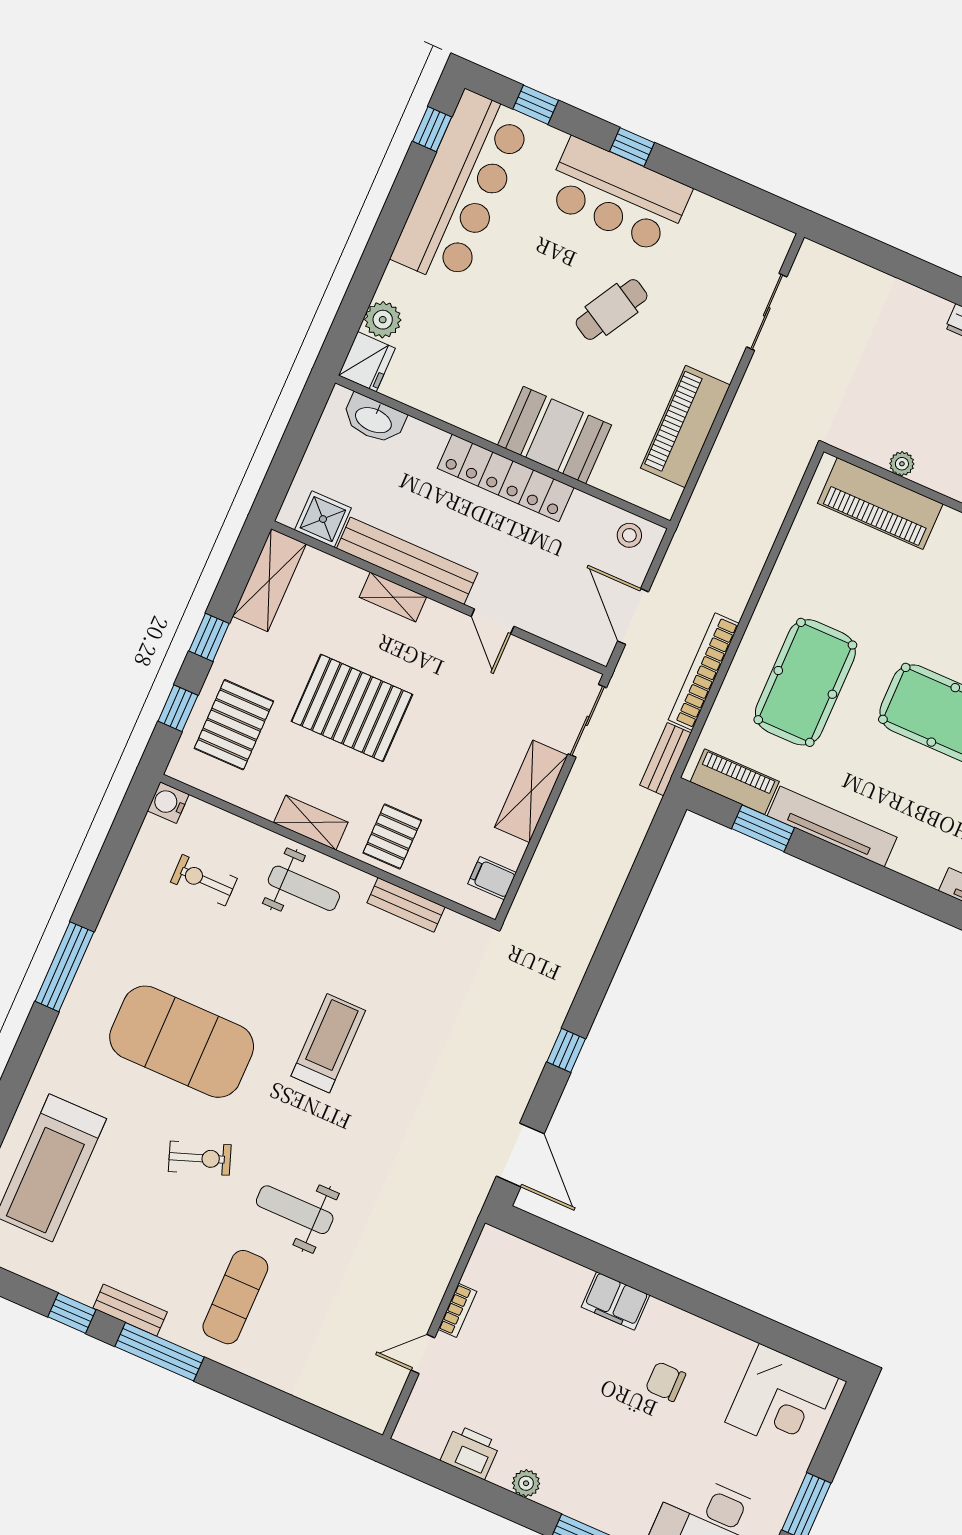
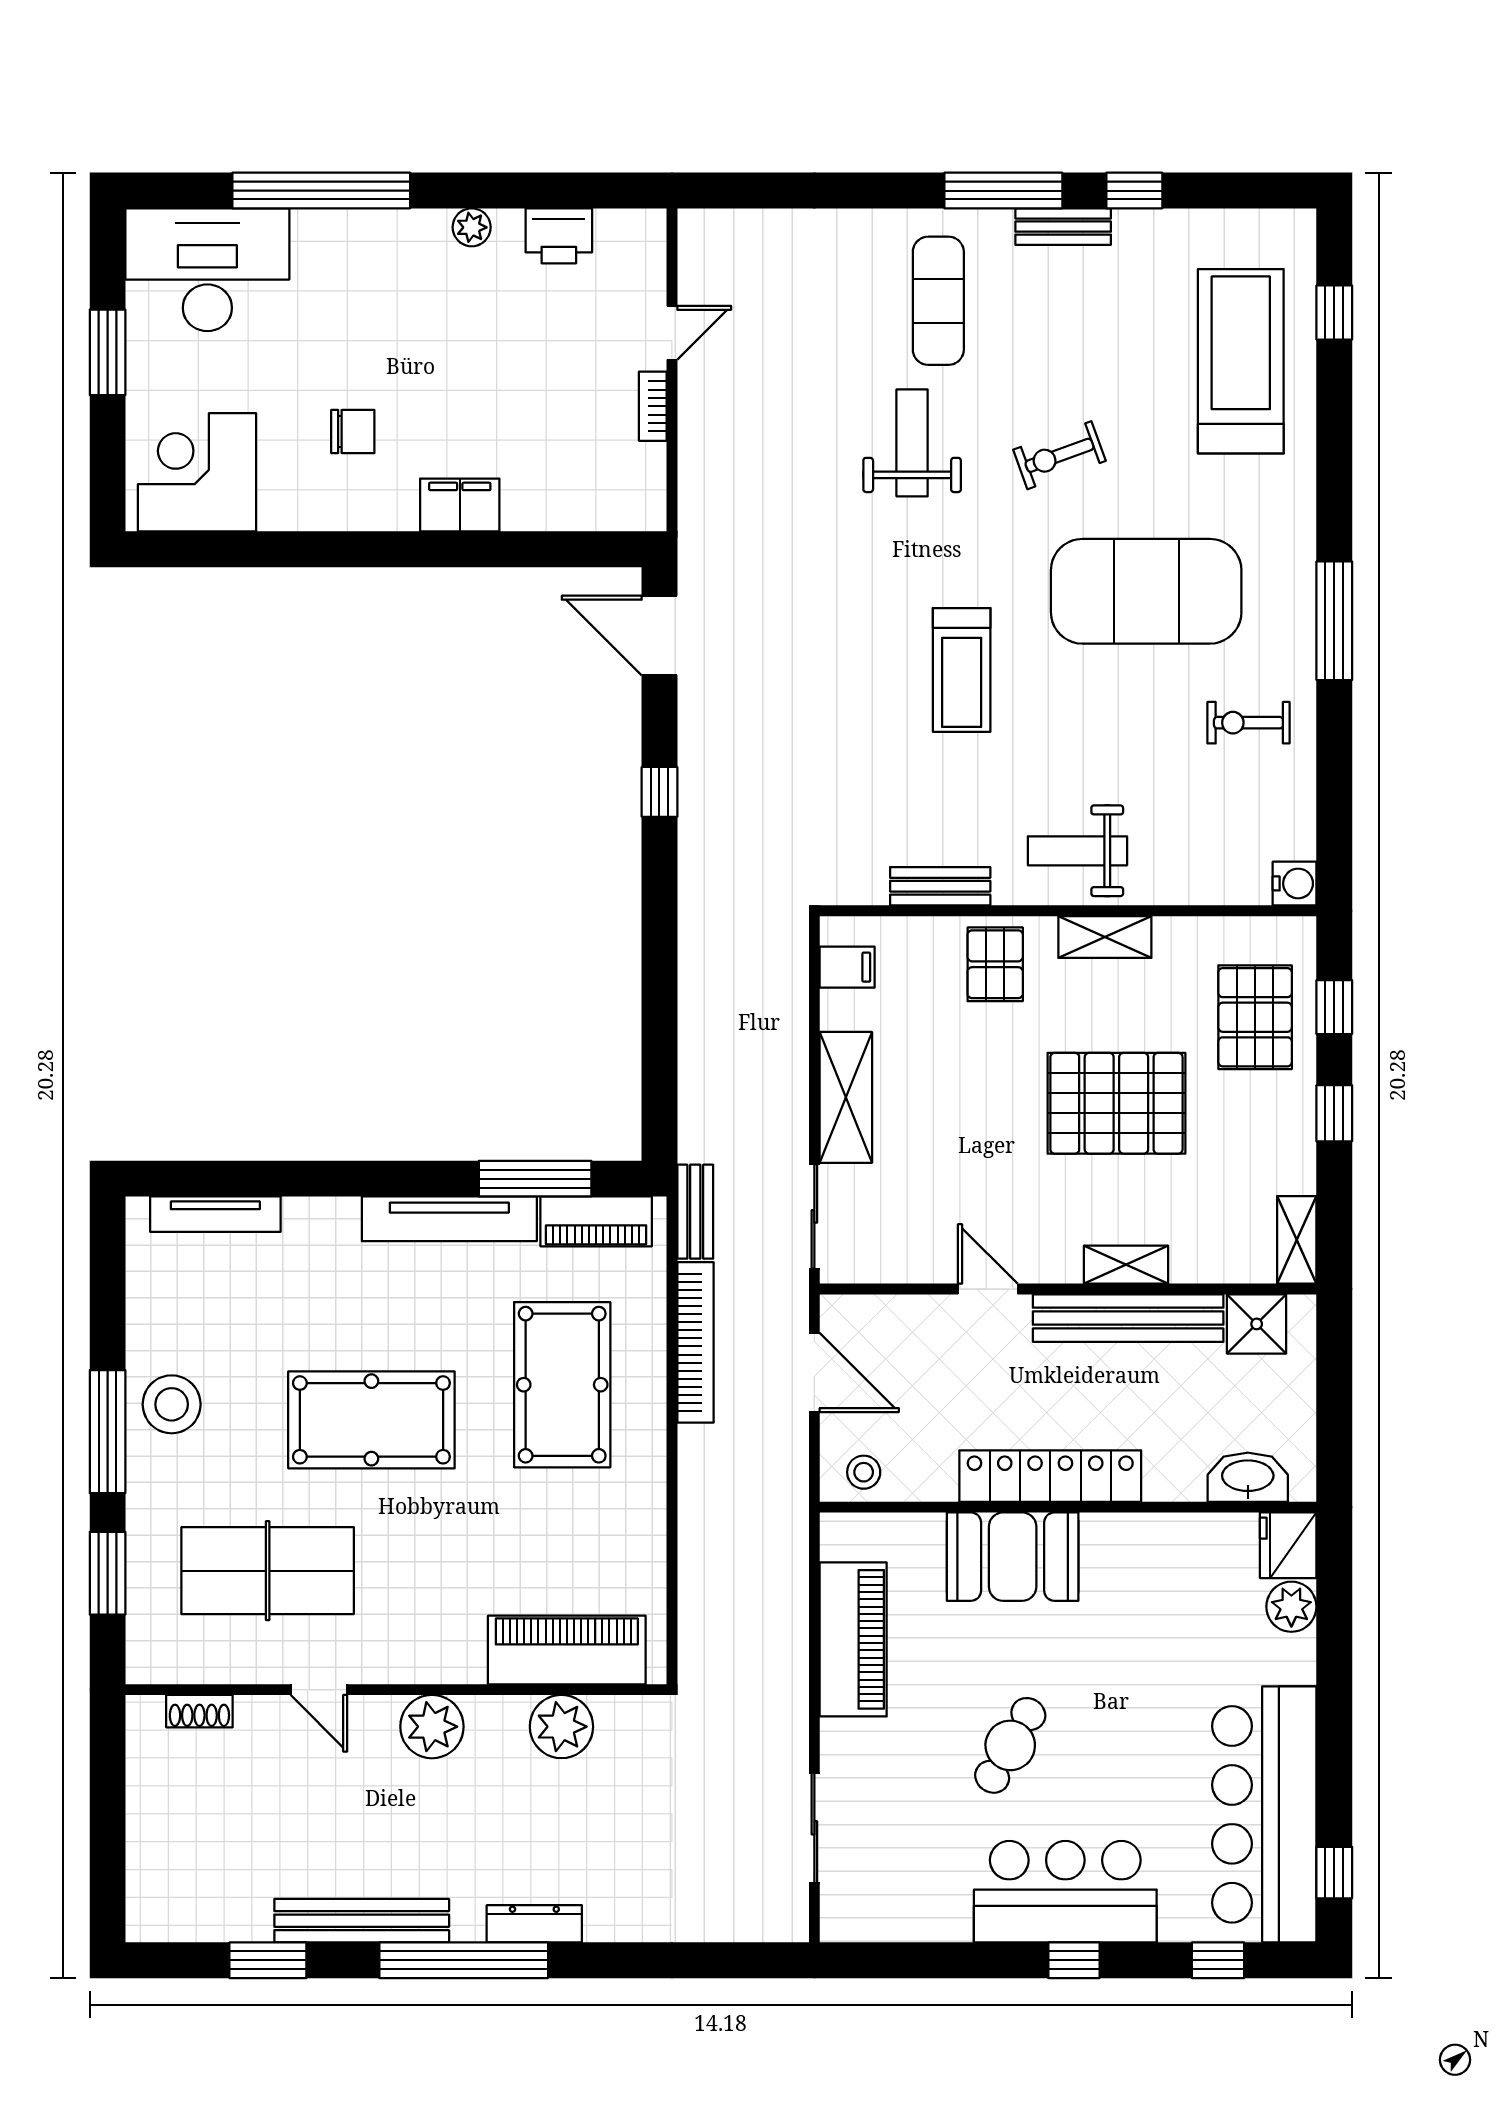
plant: (902, 464) -> (561, 1727), width x1.88, depth x1.88
shelving: (269, 580) -> (1297, 1240), width x0.67, depth x0.75
window: (763, 828) -> (535, 1179), width x1.44
exercise bike: (204, 880) -> (1248, 723), moved, turned 180
weight bench: (295, 1210) -> (912, 443), turned -90

